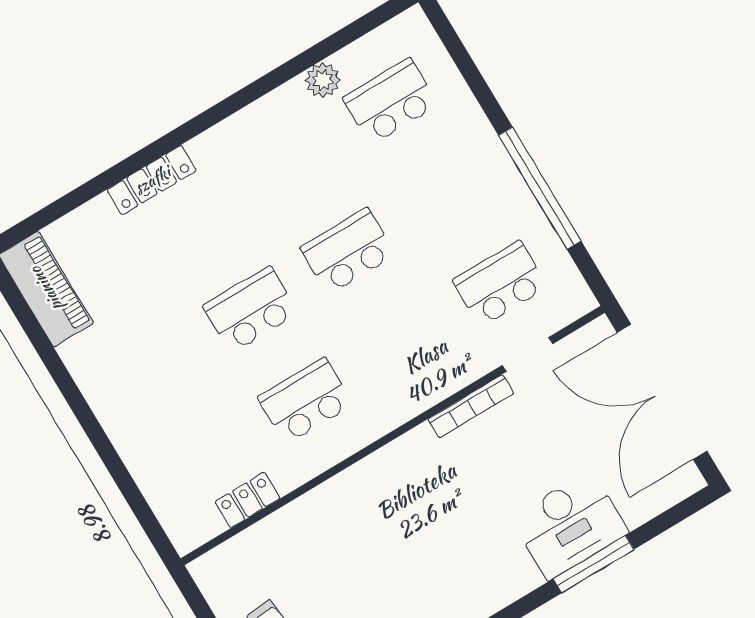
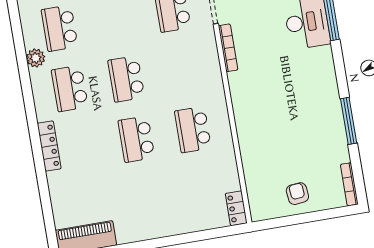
school desk: (293, 160) -> (70, 88), added
locker: (152, 180) -> (49, 146), moved
locker: (247, 500) -> (236, 208), moved

